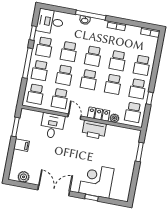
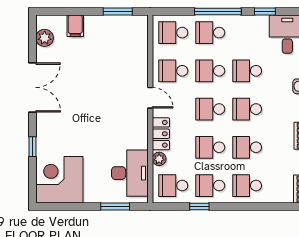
school desk: (44, 47) -> (247, 33), removed
door: (74, 117) -> (150, 98), hinge flipped
desk: (52, 126) -> (130, 173), moved, width x1.37
printer: (94, 130) -> (136, 131), removed
filing cabinet: (21, 145) -> (75, 26), moved
corner desk: (96, 181) -> (59, 180), moved, turned -90

